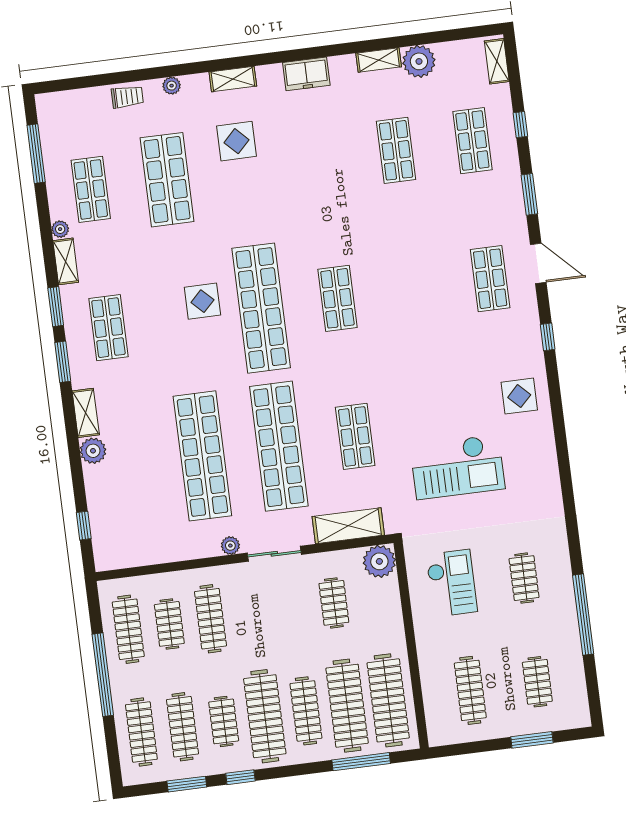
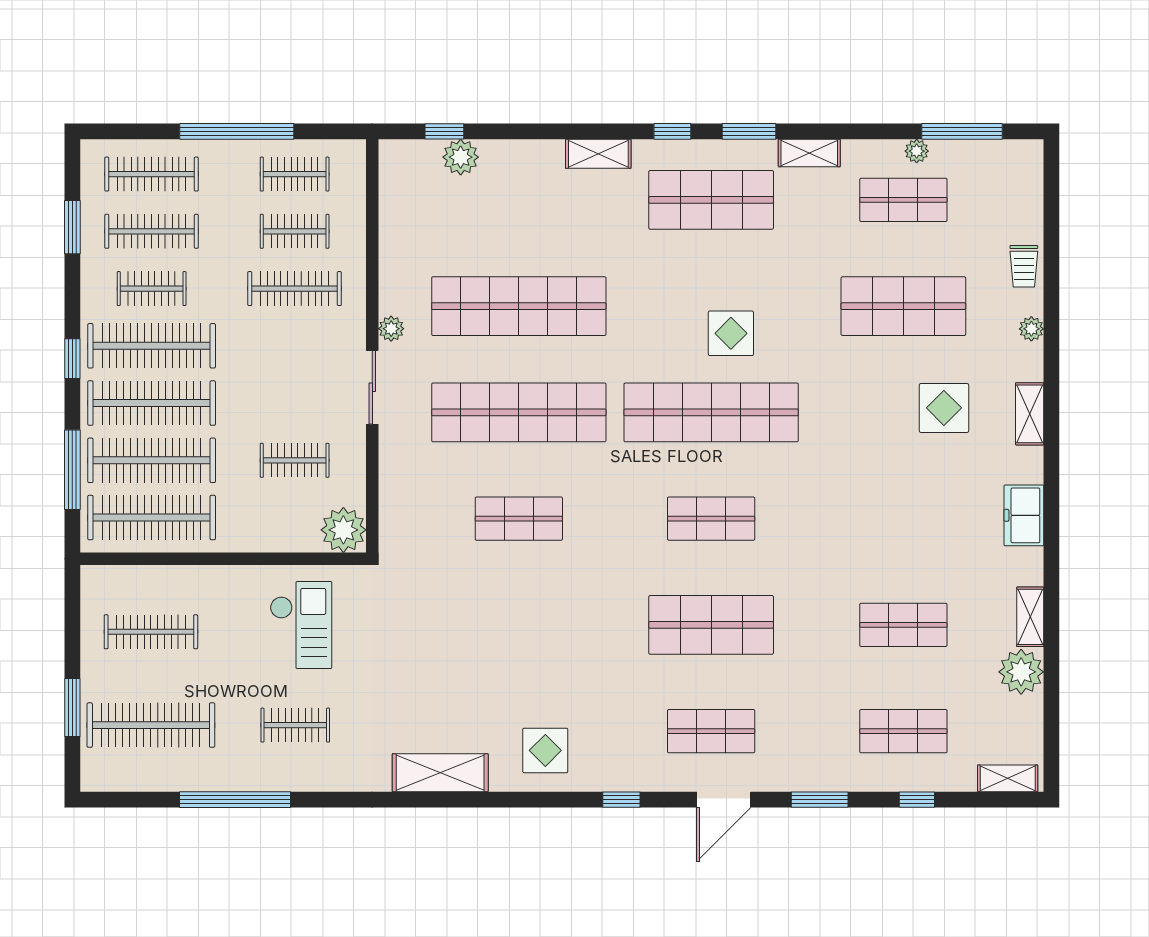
plant: (60, 229) -> (917, 151), moved
shop shelf: (414, 288) -> (711, 625), added
shop shelf: (108, 328) -> (711, 200), width x1.43, depth x1.36
window: (63, 362) -> (672, 131), width x0.67
plant: (93, 451) -> (461, 157), moved
checkout: (458, 467) -> (459, 653), removed
shelving: (348, 526) -> (440, 773), moved, turned 90
checkout: (452, 583) -> (301, 625), turned -90
clothes rail: (128, 629) -> (295, 174), width x0.73
clothes rail: (537, 682) -> (151, 725), width x1.86, depth x1.31
clothes rail: (306, 711) -> (152, 403), width x1.37, depth x1.31
window: (240, 777) -> (72, 359), moved

